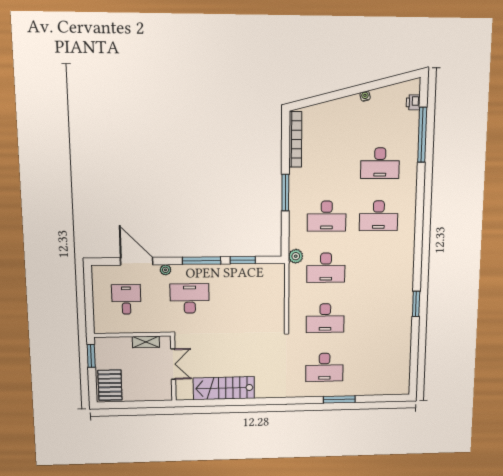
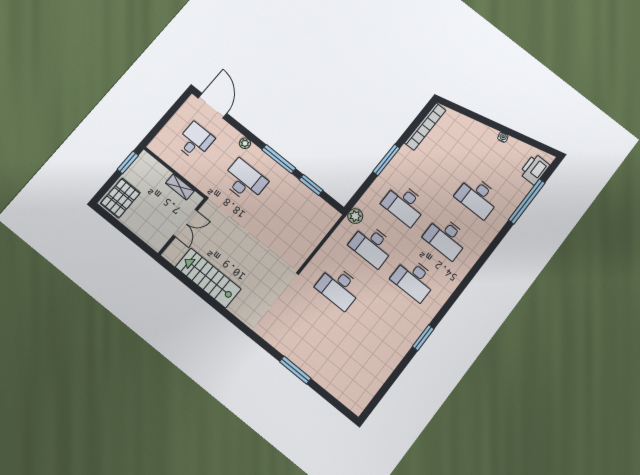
printer: (413, 102) -> (535, 169), width x1.87, depth x1.48
door: (137, 261) -> (213, 106), moved
desk: (324, 367) -> (414, 279), moved

